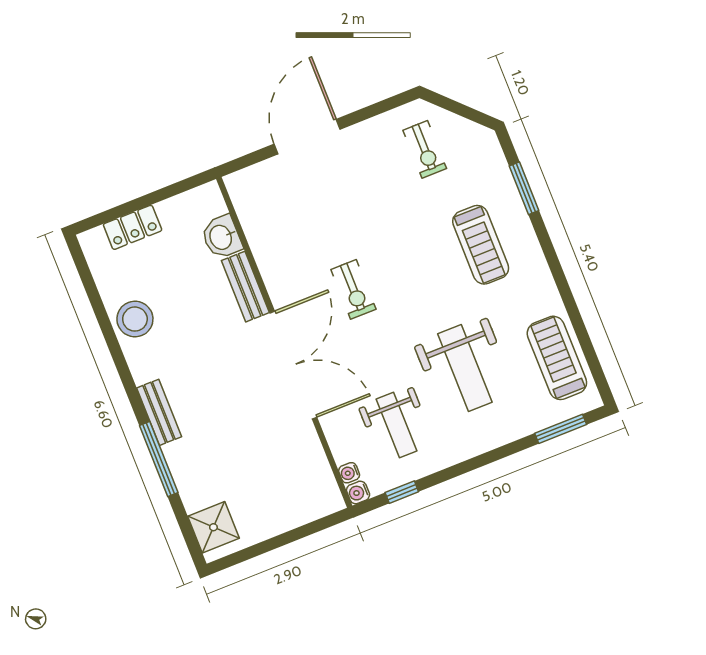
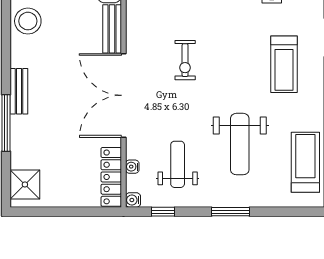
double door: (293, 365) -> (123, 95), swing flipped
weight bench: (396, 425) -> (178, 164), turned 180
window: (561, 429) -> (231, 212), moved
water cooler: (349, 473) -> (132, 167), moved
locker: (319, 474) -> (111, 177), added

